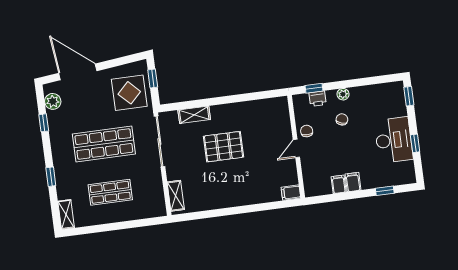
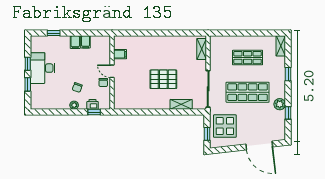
window: (409, 96) -> (28, 84), moved
plant: (53, 101) -> (280, 104), moved
door: (296, 148) -> (112, 71), swing flipped
filing cabinet: (291, 193) -> (120, 54), moved

